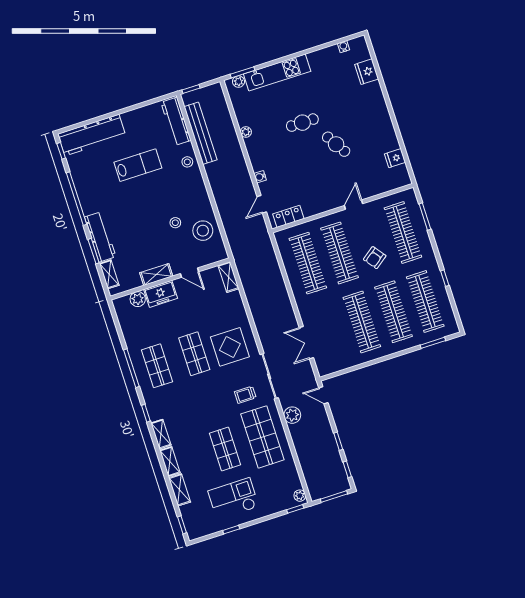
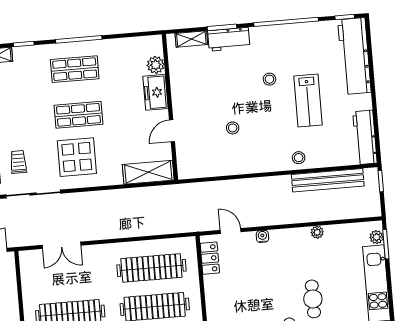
workbench: (176, 121) -> (365, 137), moved, turned -90
stool: (203, 231) -> (269, 79), moved, width x0.53, depth x0.53
workbench: (100, 237) -> (229, 39), width x0.73
shelving: (156, 274) -> (179, 93), removed
shelving: (229, 277) -> (148, 172), width x1.50, depth x1.33
double door: (306, 343) -> (62, 245), swing flipped

